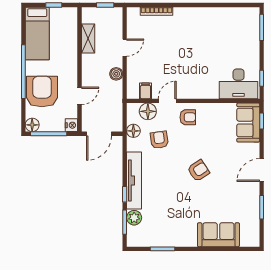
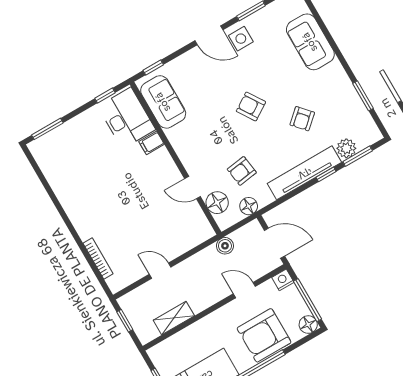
boiler: (116, 74) -> (225, 246), moved
filing cabinet: (145, 91) -> (152, 143), moved
armchair: (188, 117) -> (302, 119), moved, turned -132
sofa: (248, 123) -> (163, 102), moved, turned -90
side table: (247, 190) -> (241, 39), added

